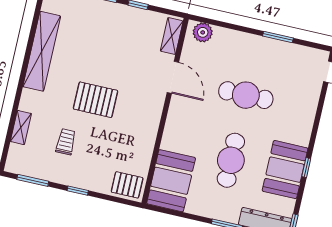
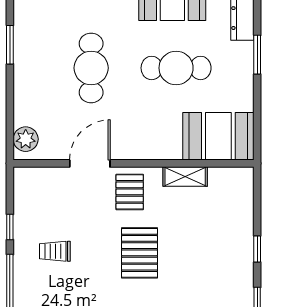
shelving: (172, 36) -> (185, 177), moved
trolley: (66, 142) -> (55, 251), moved
pallet: (127, 185) -> (130, 192), moved

